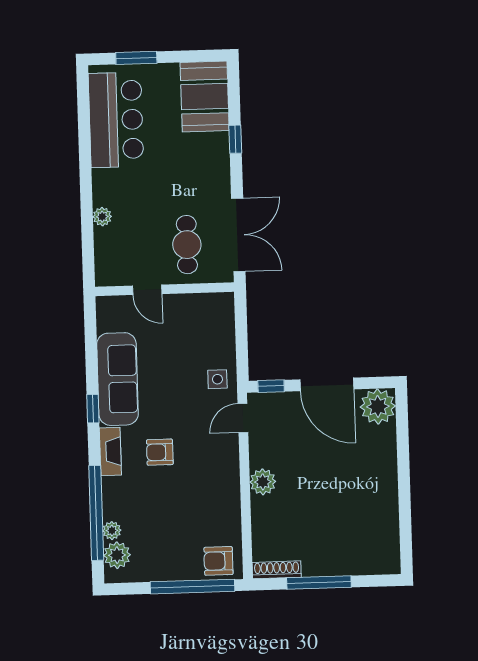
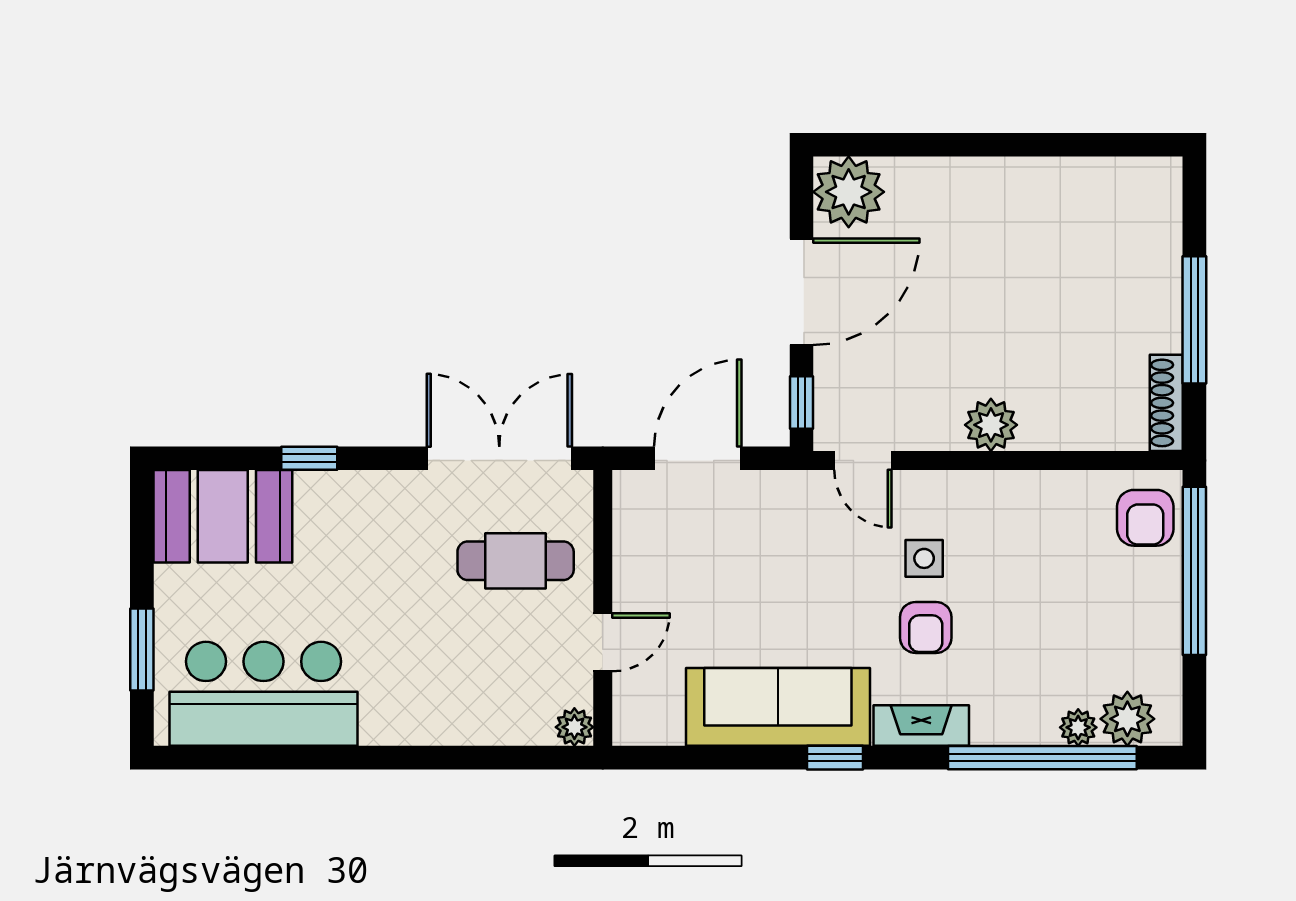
plant: (102, 217) -> (574, 727), moved
door: (241, 335) -> (698, 458), added
side table: (217, 379) -> (924, 558), moved

